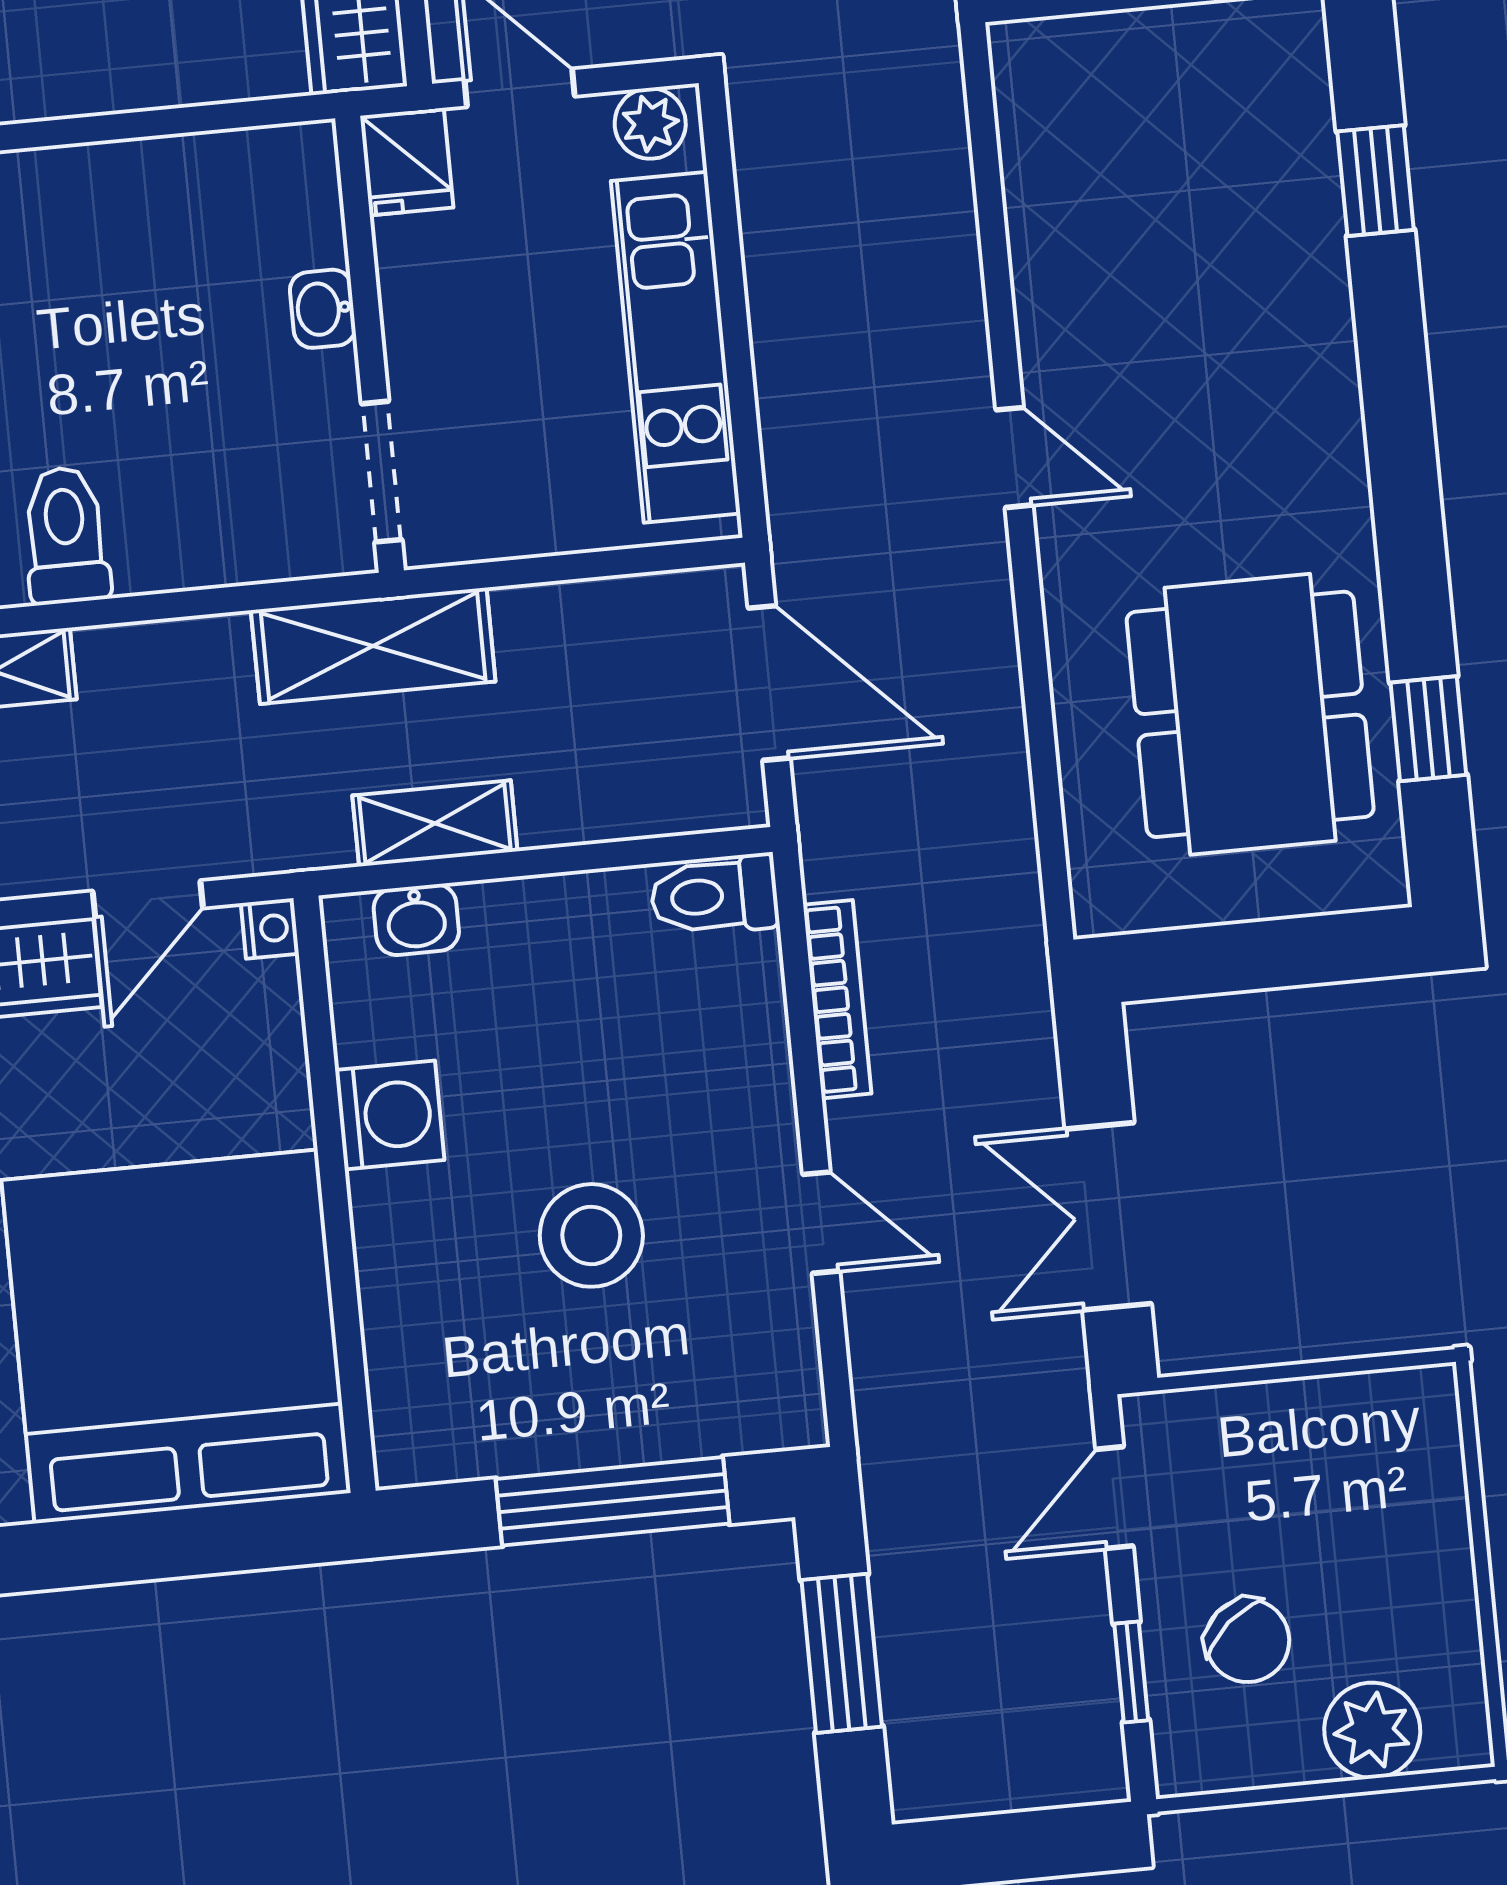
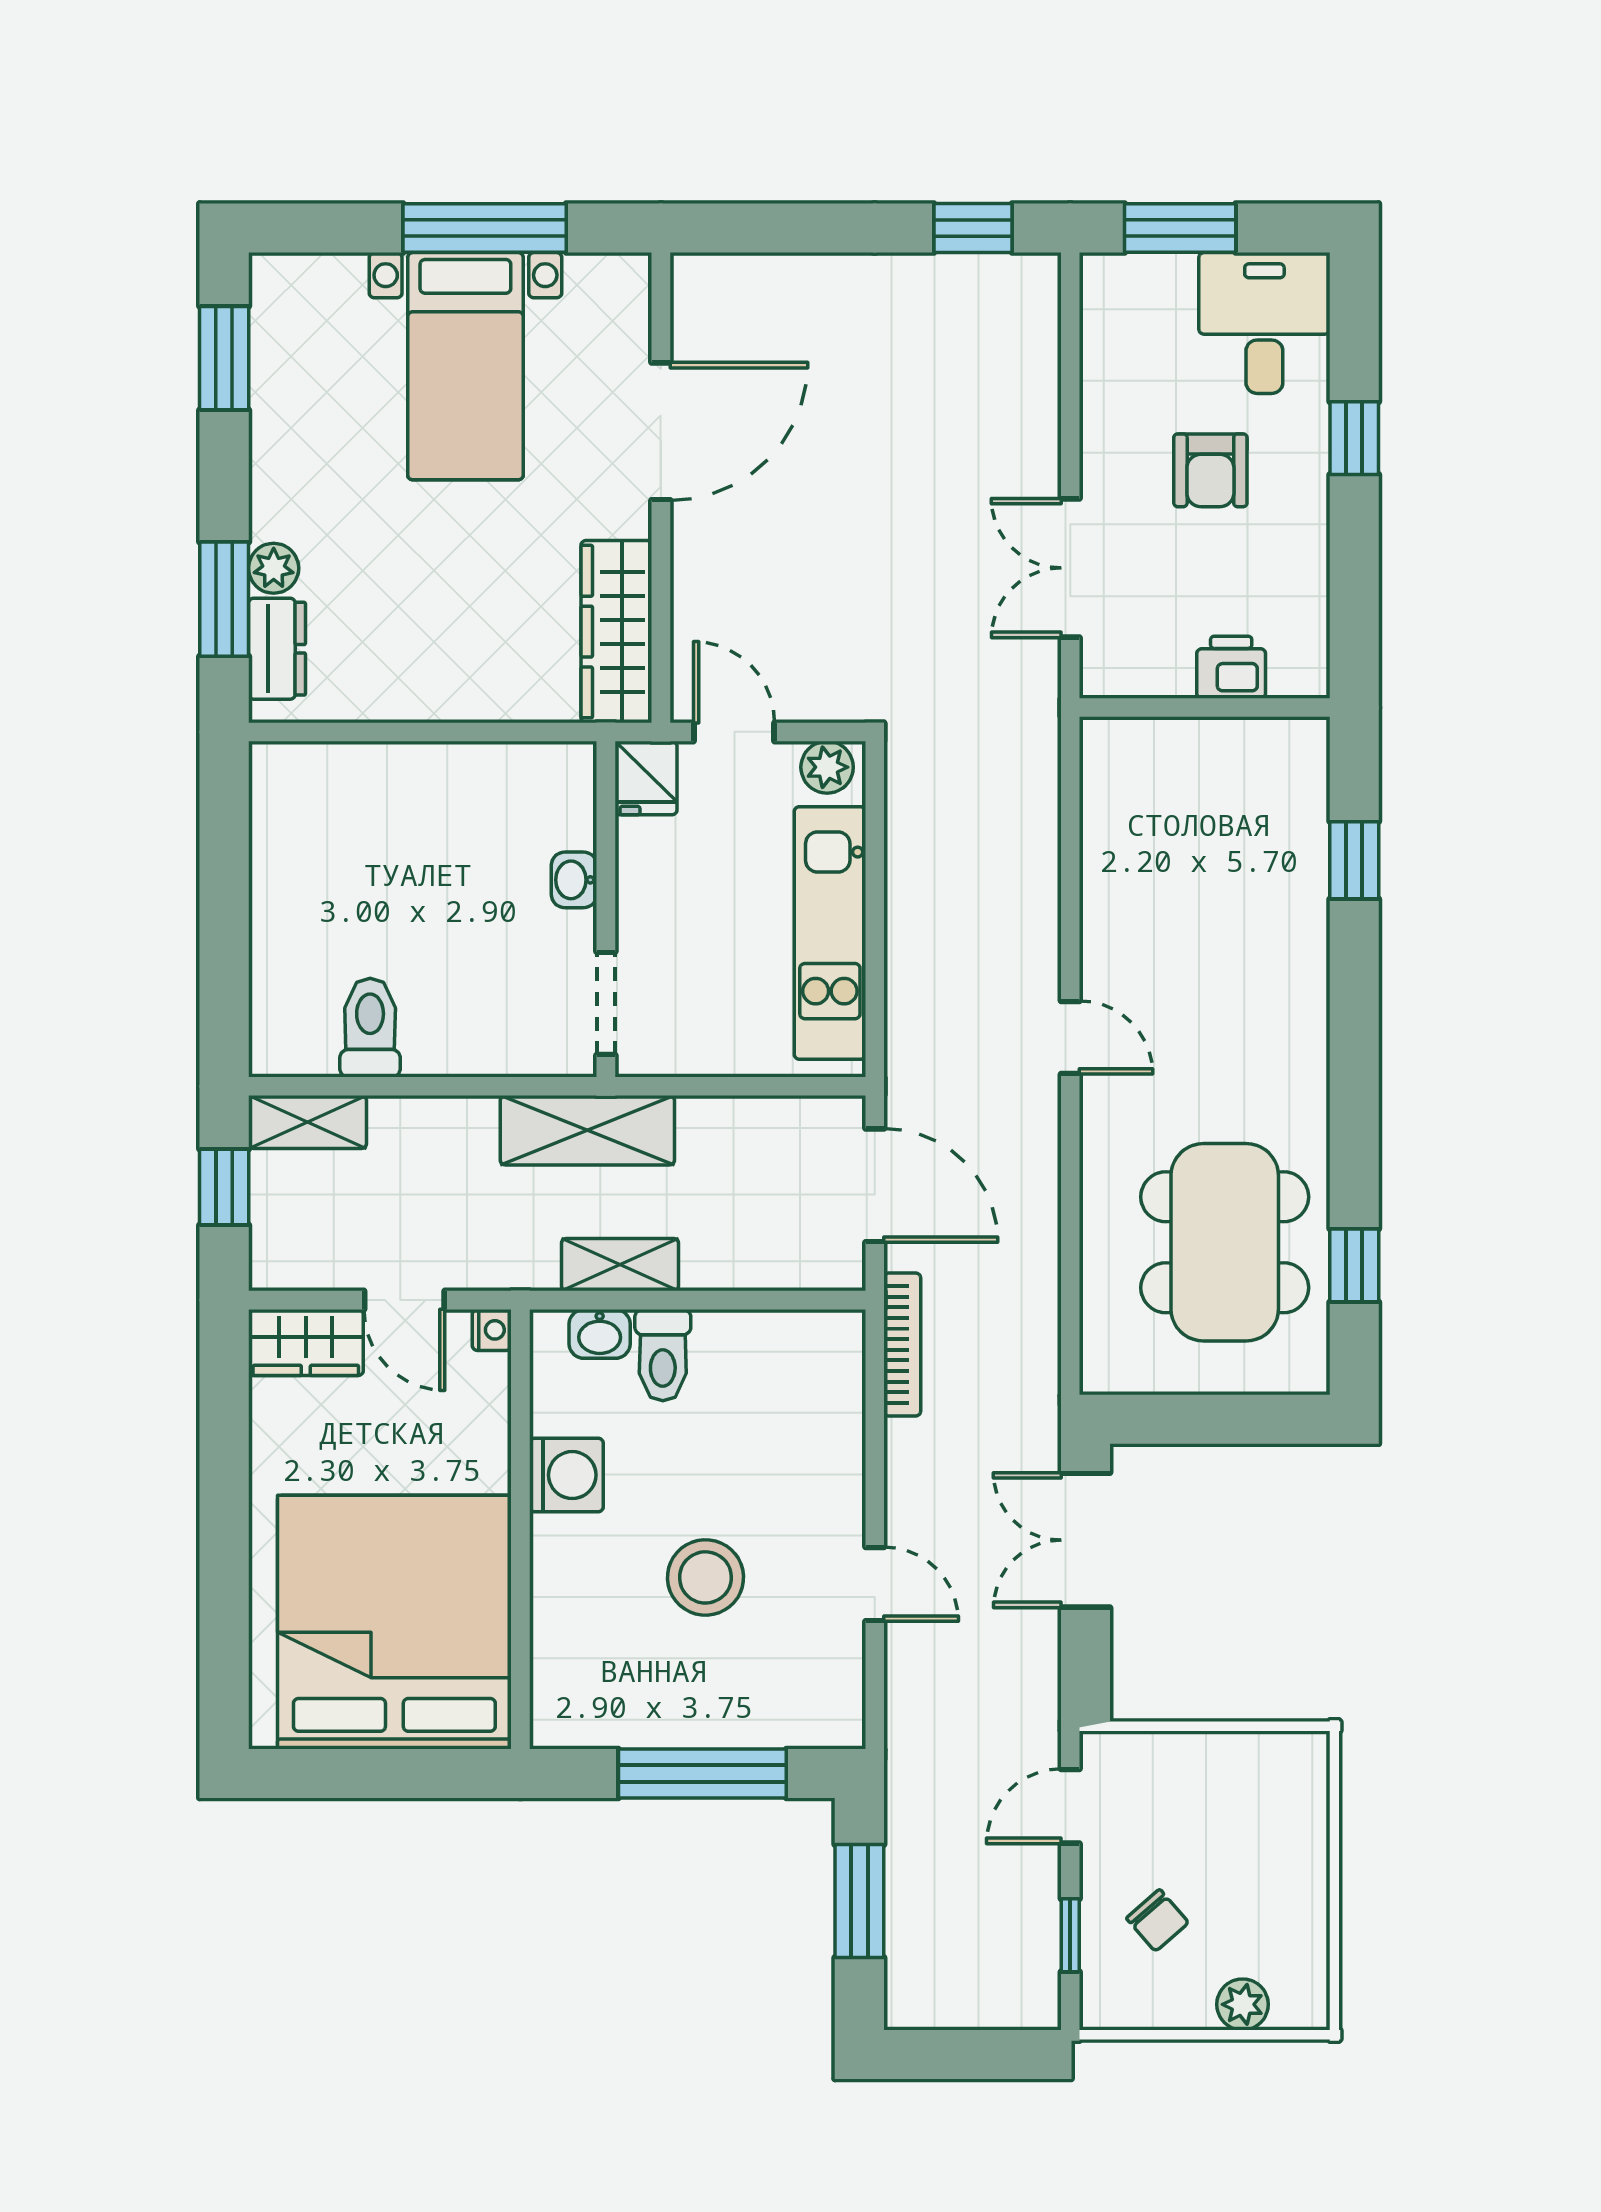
toilet: (714, 895) -> (663, 1355), moved, turned -90
door: (148, 900) -> (404, 1300), hinge flipped
bookcase: (837, 999) -> (902, 1345), moved
double door: (1108, 1216) -> (1085, 1540), moved
chair: (1247, 1641) -> (1157, 1920), width x0.73, depth x0.73
plant: (1372, 1730) -> (1243, 2004), width x0.73, depth x0.73

